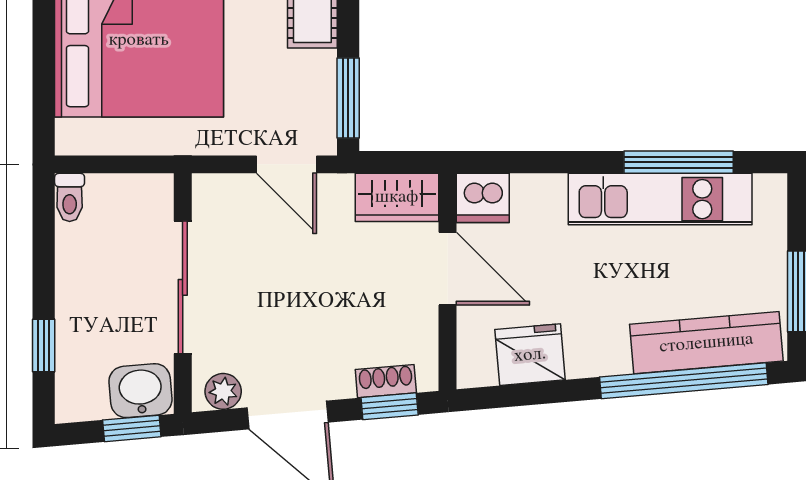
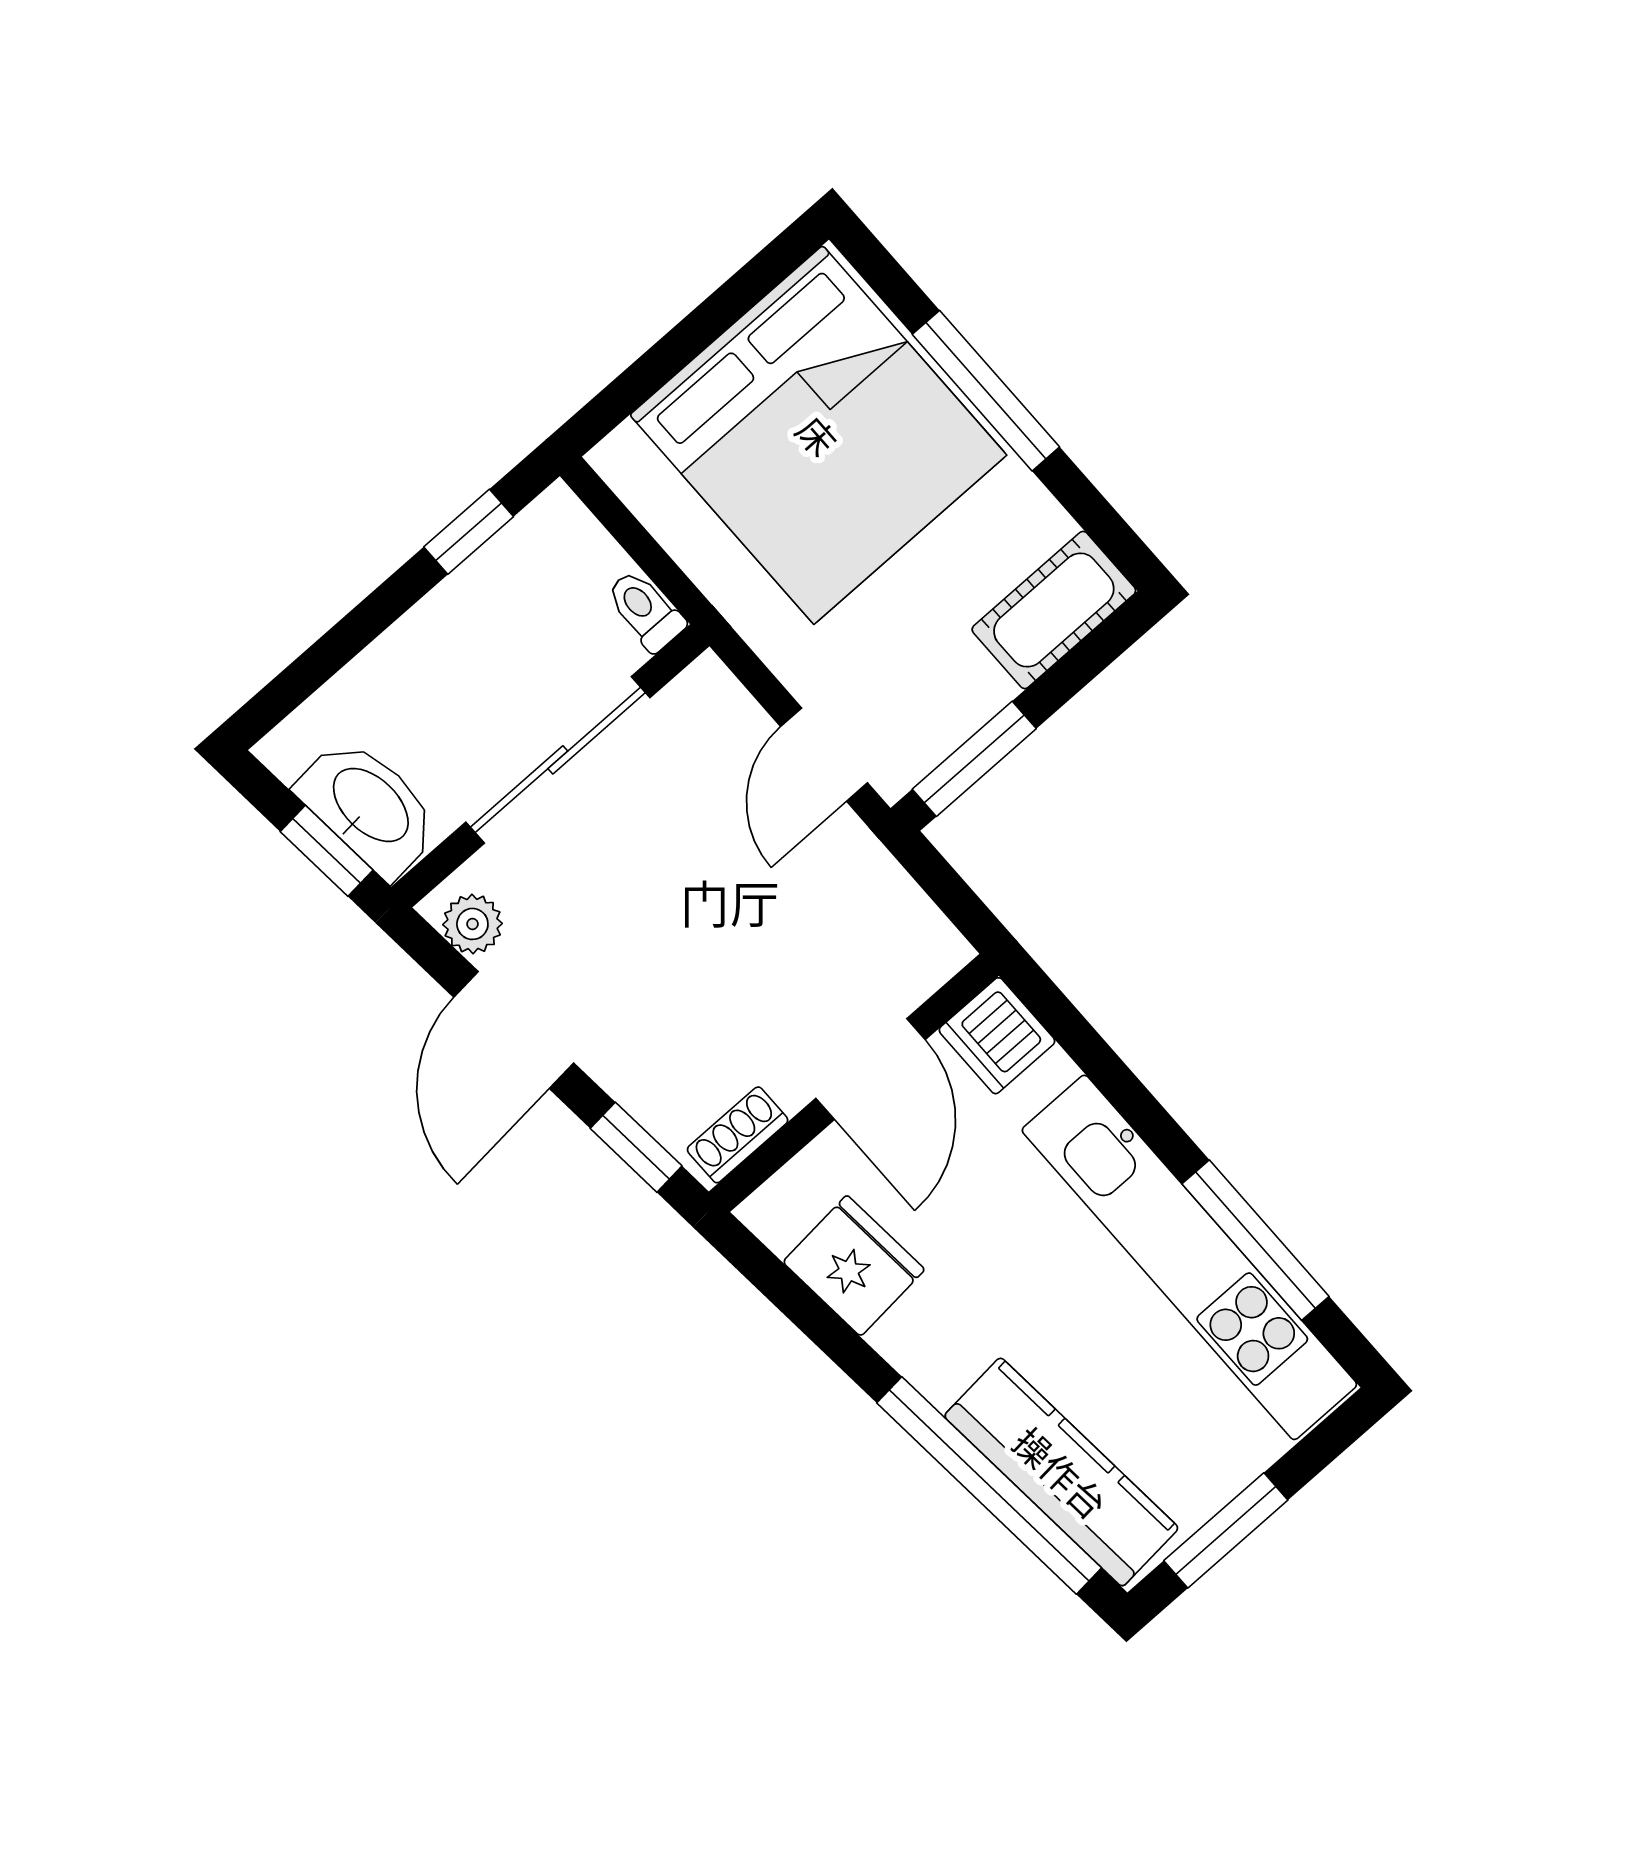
toilet: (70, 197) -> (645, 610), moved, turned 90
wardrobe: (397, 197) -> (904, 928), removed
kitchen unit: (660, 199) -> (1189, 1257), width x1.36
window: (44, 346) -> (469, 532), moved
shoe rack: (386, 381) -> (738, 1135), moved, turned -85
washbasin: (140, 391) -> (369, 807), width x1.38

